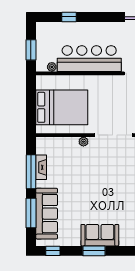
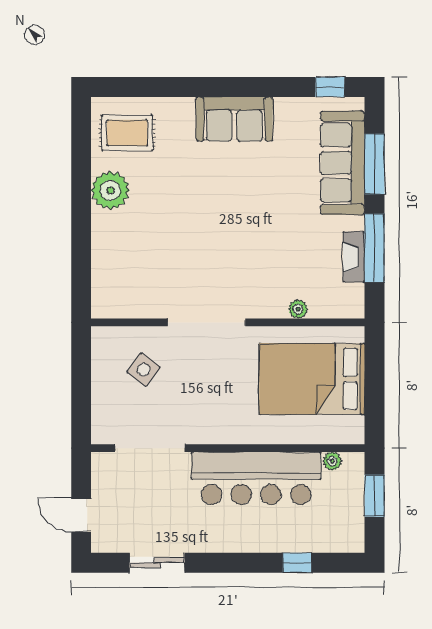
plant: (83, 142) -> (298, 309), moved
window: (94, 251) -> (246, 87), removed

